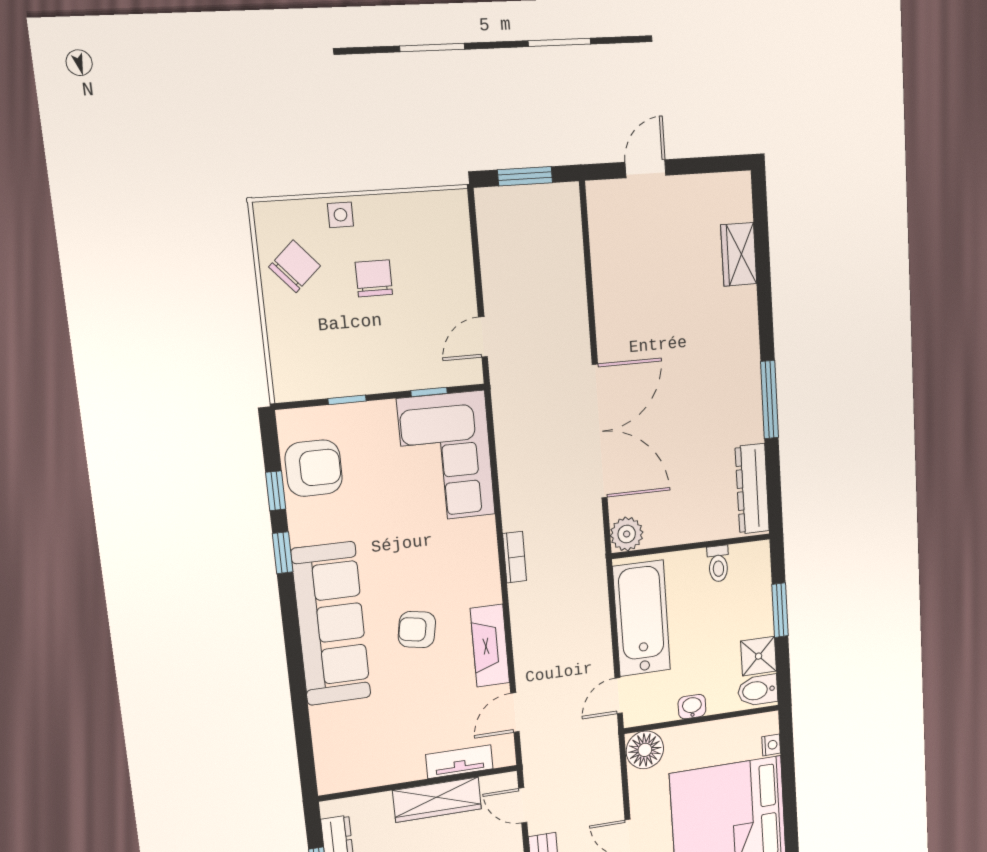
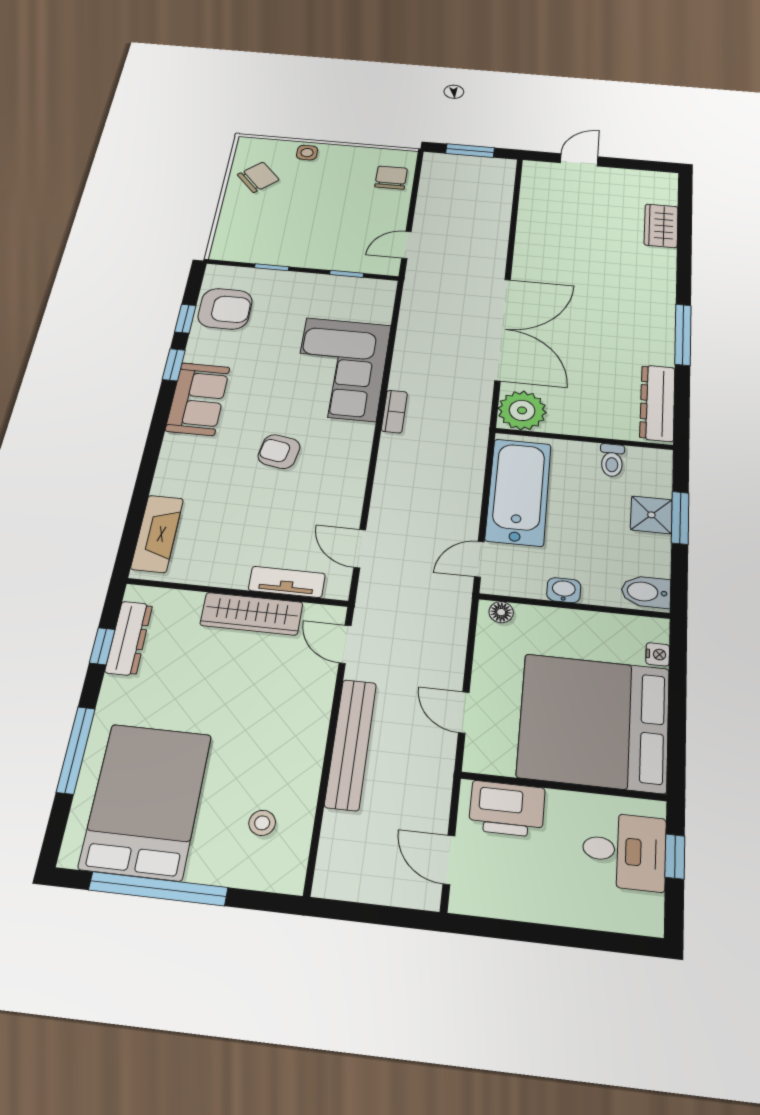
chair: (374, 278) -> (391, 178), moved
corner sofa: (446, 457) -> (341, 369), moved
plant: (627, 534) -> (522, 410), width x1.36, depth x1.36
sofa: (331, 624) -> (198, 399), width x0.54, depth x0.79
fireplace: (490, 646) -> (157, 534), moved, turned 180
shower: (759, 656) -> (651, 515), moved
door: (515, 712) -> (360, 549), hinge flipped
floor lamp: (645, 750) -> (501, 612), width x0.53, depth x0.53

